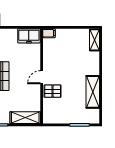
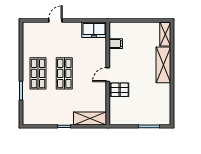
filing cabinet: (49, 33) -> (116, 44), moved
shelving: (93, 92) -> (163, 65), moved

